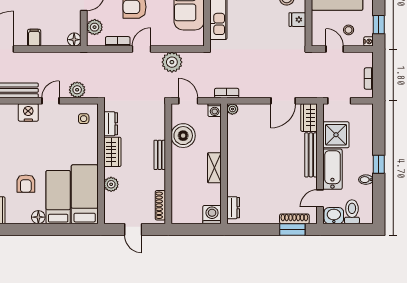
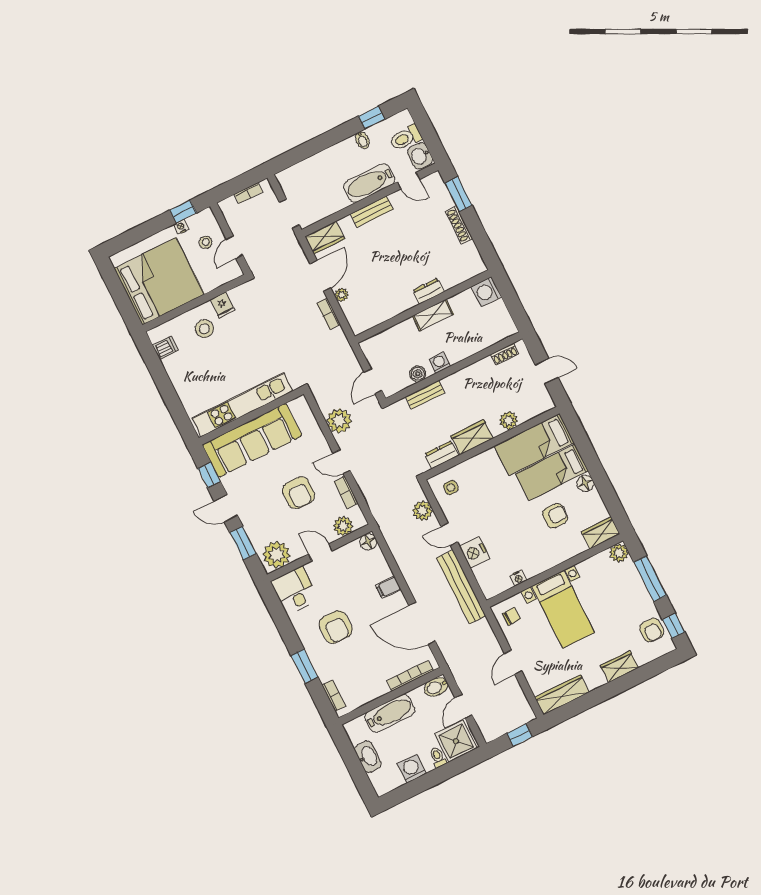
nightstand: (368, 41) -> (181, 227), moved
bookcase: (227, 93) -> (329, 314), moved
door: (283, 101) -> (320, 276), hinge flipped
plant: (232, 109) -> (341, 295), moved
washing machine: (215, 110) -> (440, 363), moved, turned -90
shower: (336, 135) -> (329, 198), removed
boiler: (183, 136) -> (418, 374), width x0.54, depth x0.54
bench: (160, 155) -> (425, 395), moved
bench: (311, 155) -> (372, 212), width x0.73
window: (379, 164) -> (372, 118), moved
shoe rack: (160, 205) -> (505, 354), width x0.70
dresser: (233, 208) -> (429, 291), moved
shoe rack: (294, 219) -> (459, 225), moved
door: (133, 230) -> (547, 371), hinge flipped

